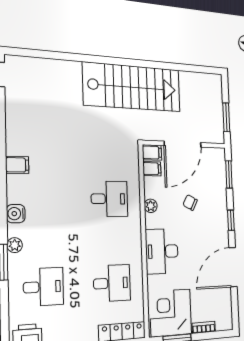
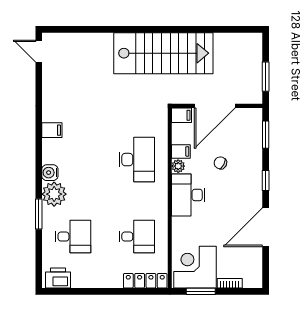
filing cabinet: (152, 169) -> (181, 151), moved
desk: (109, 199) -> (137, 160), width x1.37
plant: (15, 245) -> (54, 194), width x1.87, depth x1.87
desk: (162, 251) -> (188, 195), moved

